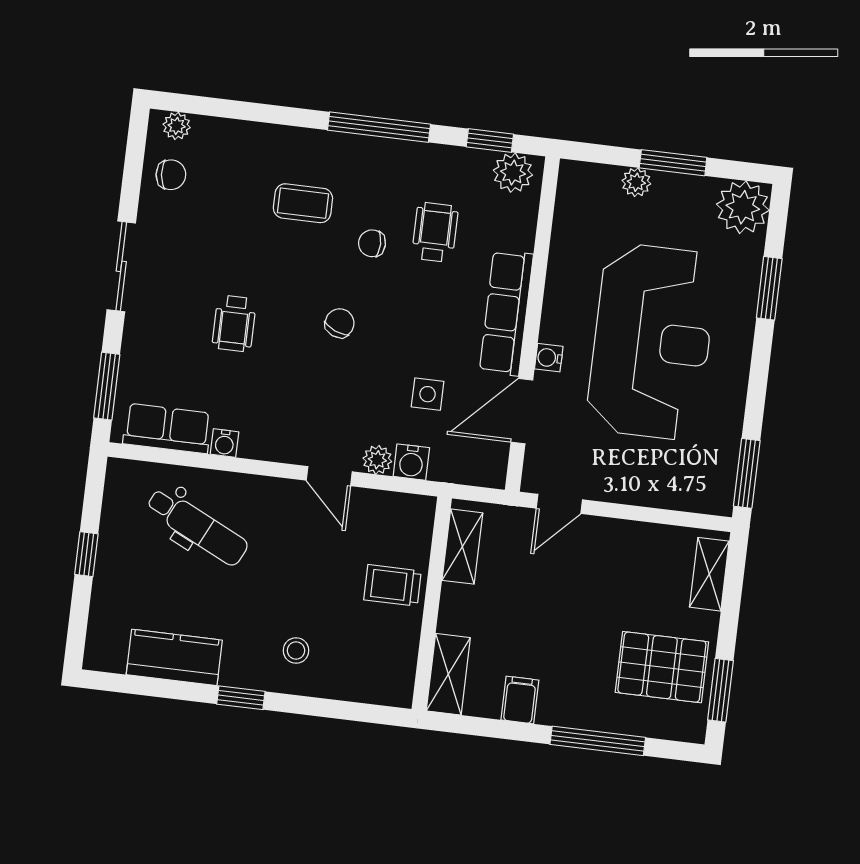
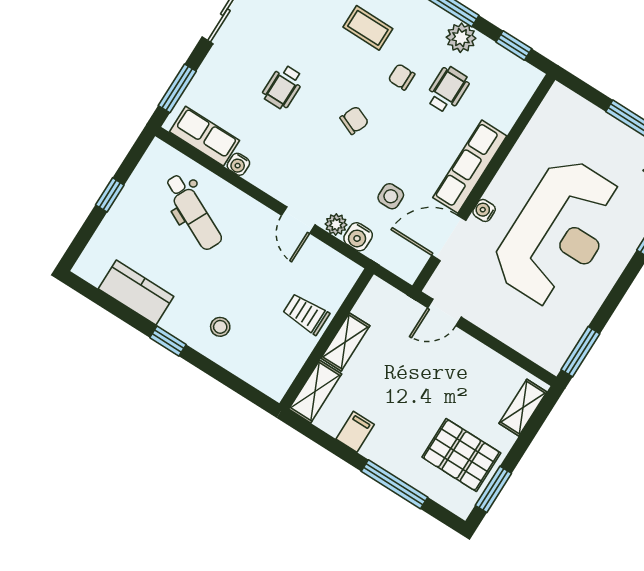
plant: (513, 173) -> (461, 38), moved
plant: (636, 182) -> (599, 120), removed
shelving: (462, 547) -> (345, 342), moved

